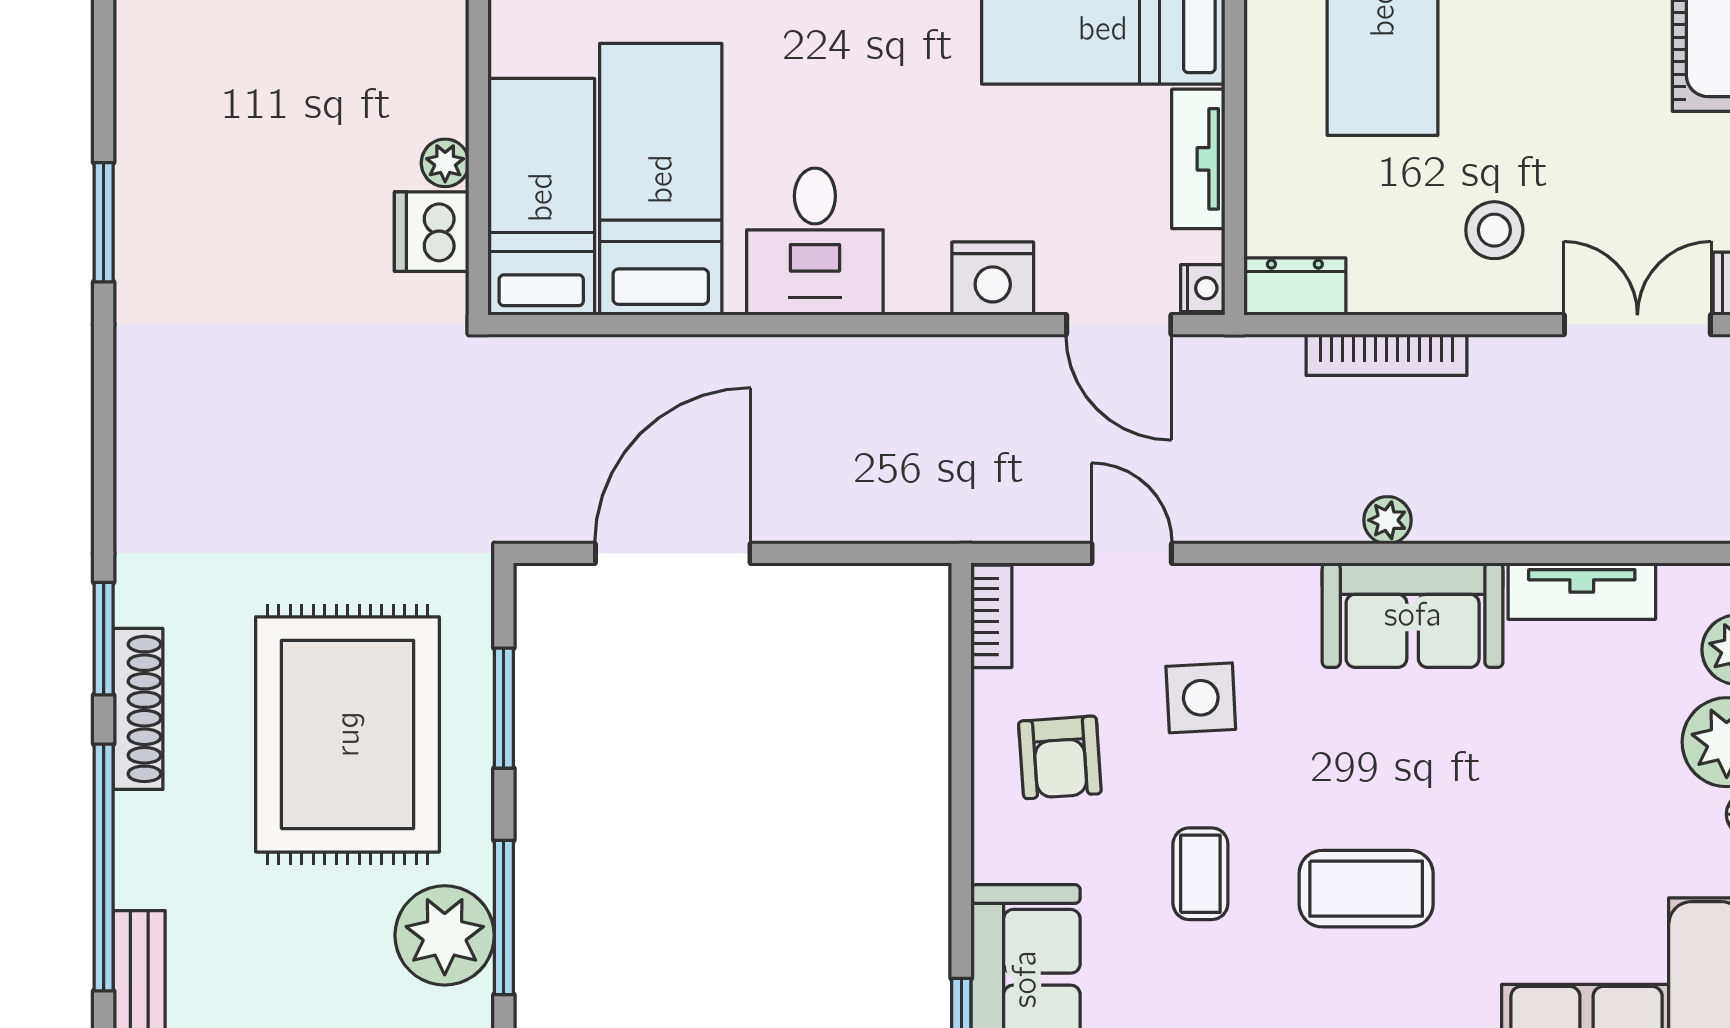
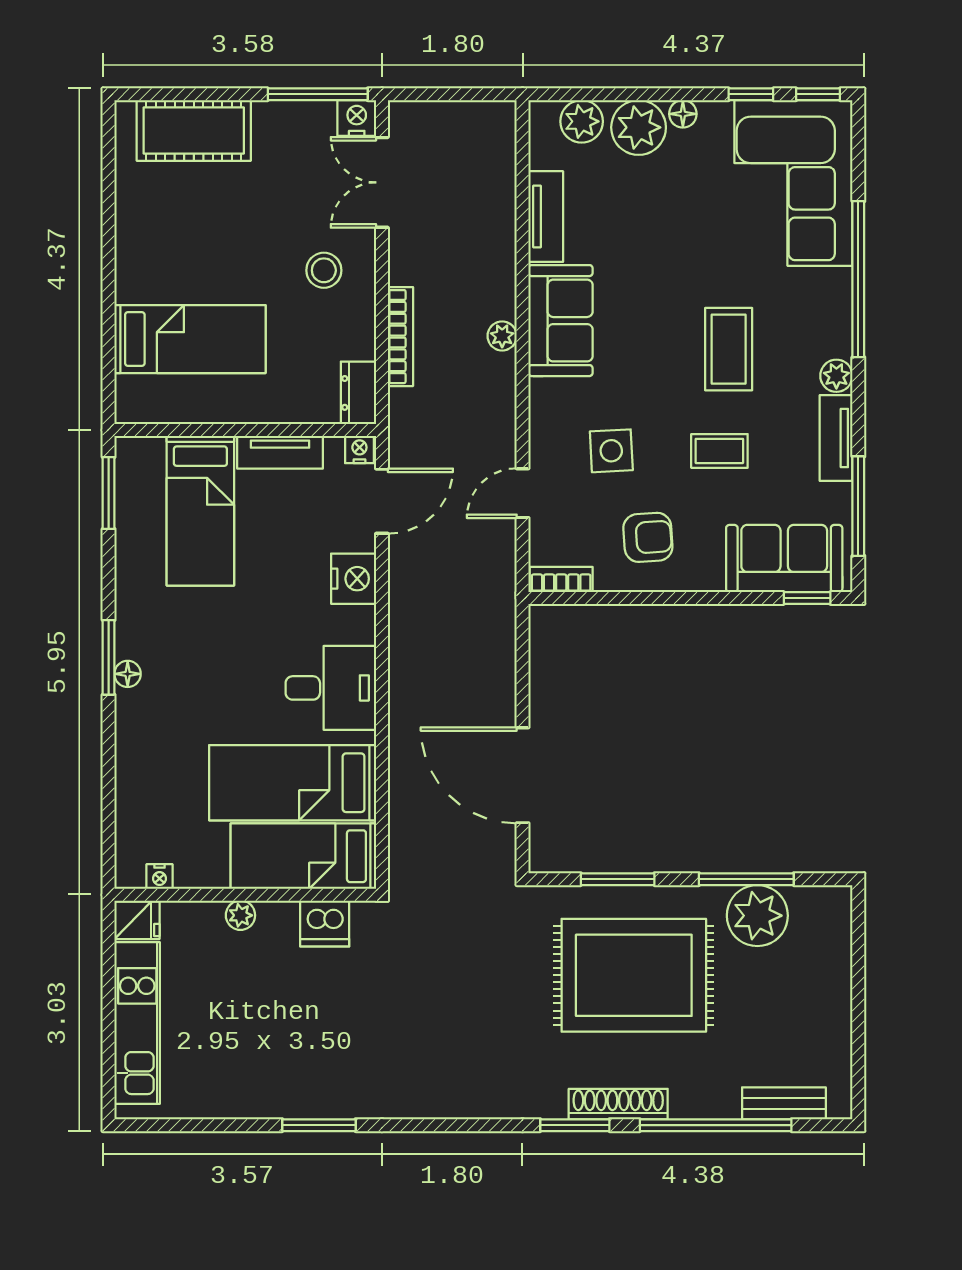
plant: (445, 163) -> (240, 915), moved

